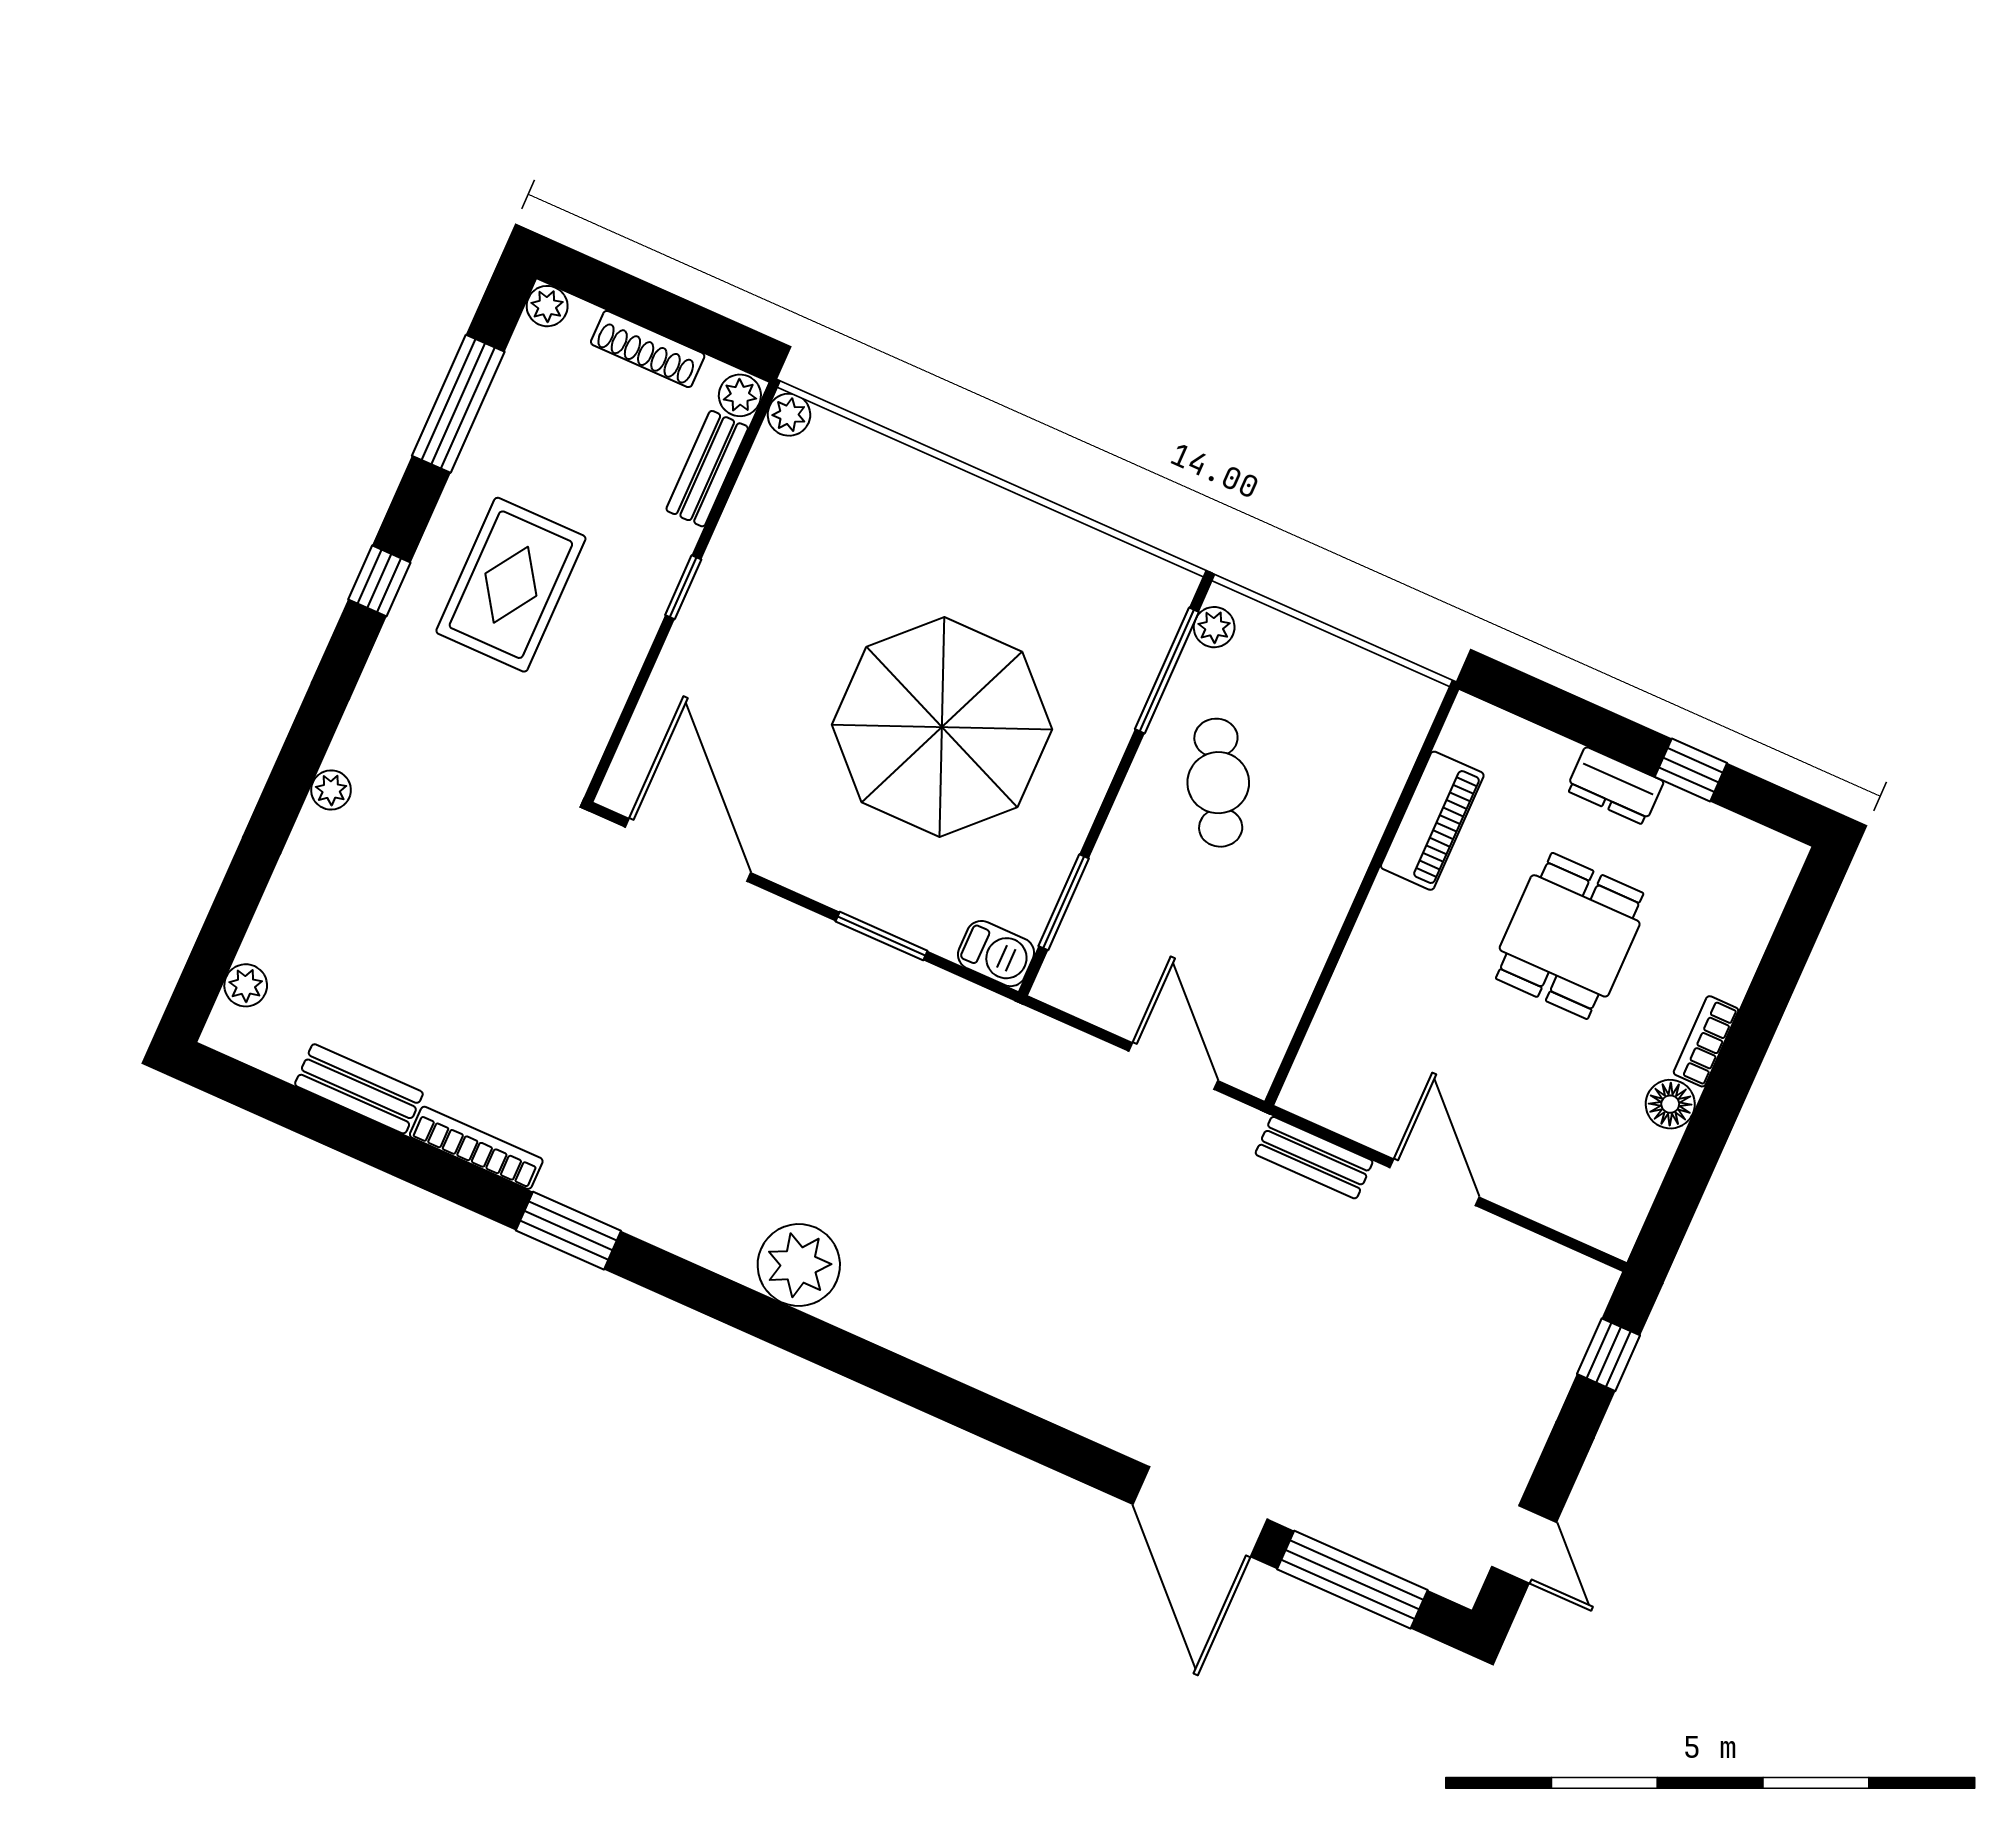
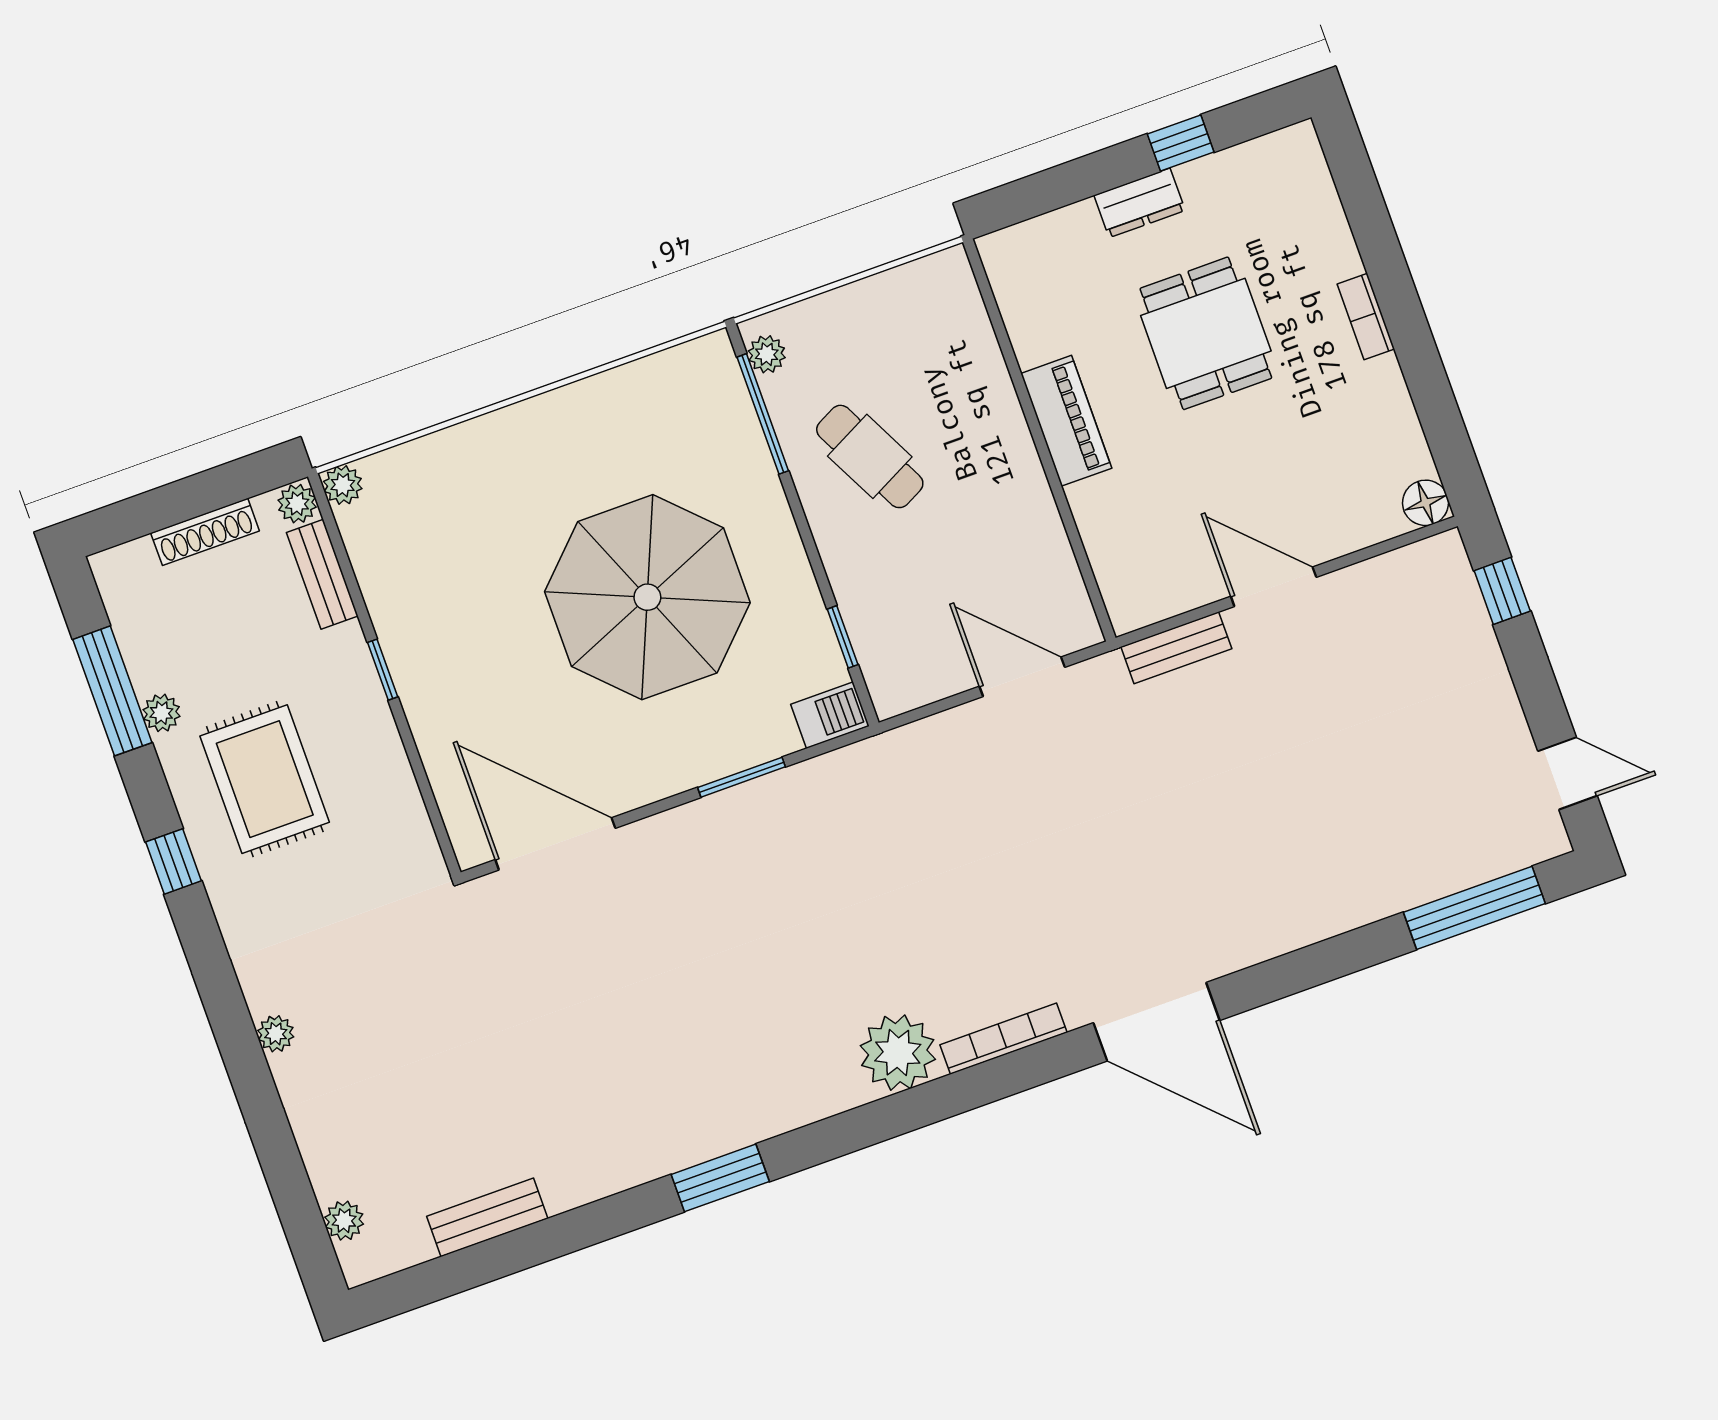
plant: (547, 306) -> (161, 713), moved
piano: (1432, 821) -> (1066, 421), moved
window: (1064, 902) -> (843, 637), width x0.67
floor lamp: (1670, 1104) -> (1425, 503), moved
bookcase: (476, 1148) -> (1004, 1039), moved
door: (1200, 1512) -> (1157, 1022), moved

